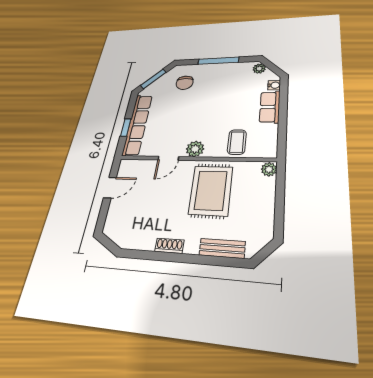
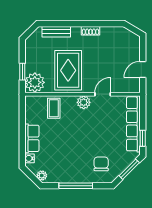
window: (126, 128) -> (143, 138), moved
plant: (269, 169) -> (35, 82), width x1.88, depth x1.88
window: (280, 191) -> (22, 72), added

